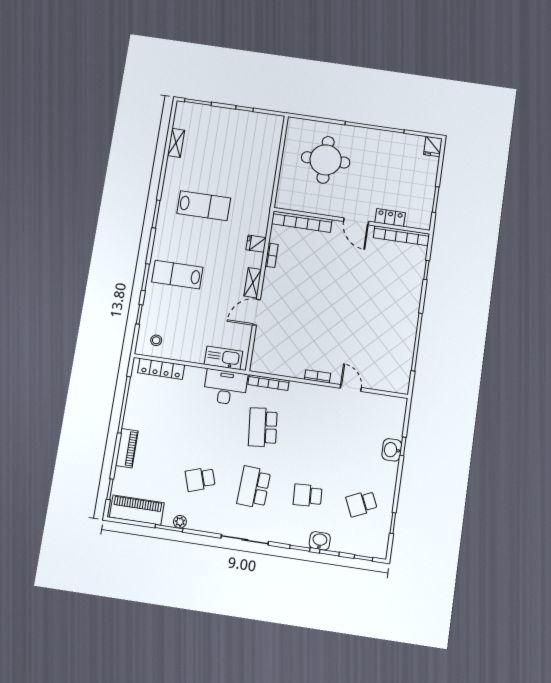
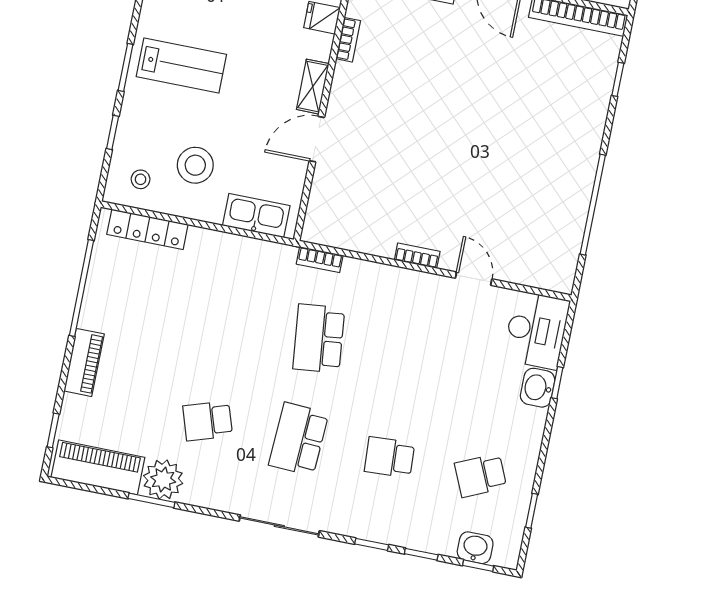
lab bench: (177, 275) -> (181, 66), turned 180
stool: (187, 331) -> (195, 165), added
bookcase: (268, 382) -> (320, 260), width x0.64
desk: (225, 387) -> (536, 330), moved, turned 90
plant: (180, 522) -> (163, 480), width x1.88, depth x1.88
washbasin: (320, 541) -> (475, 548), moved

